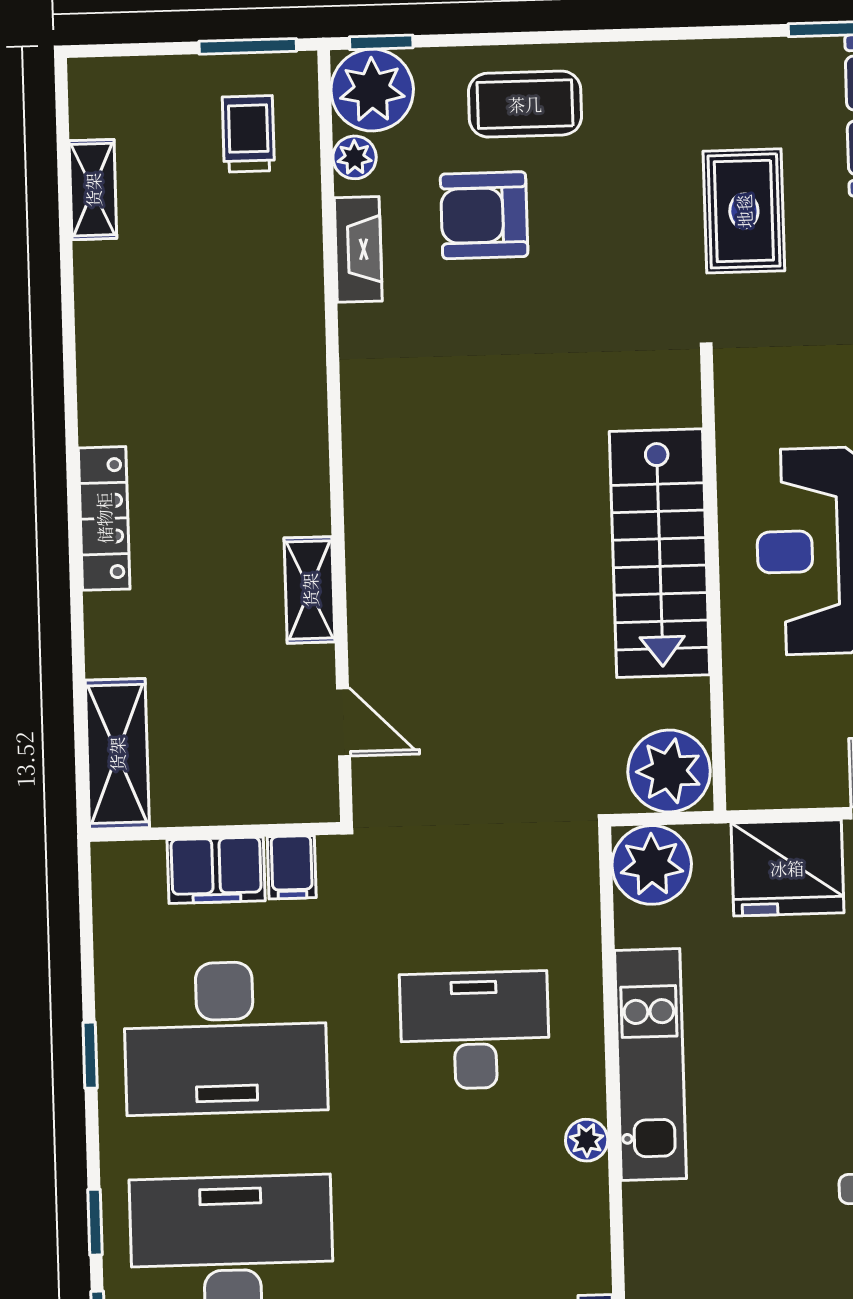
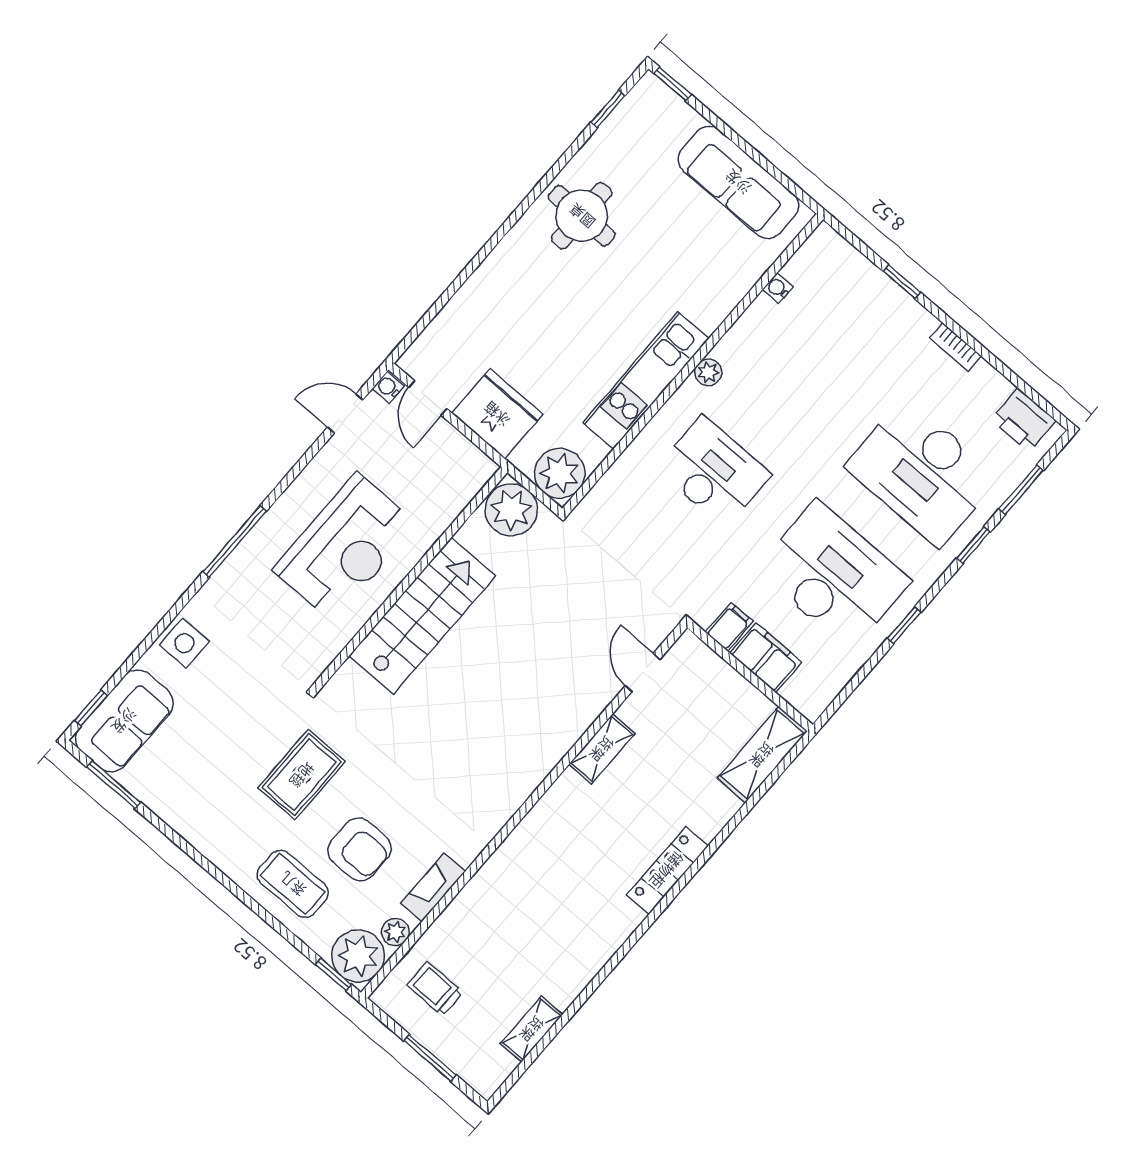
window: (248, 46) -> (430, 1058), moved
trolley: (248, 134) -> (435, 989), turned 90
rug: (744, 211) -> (302, 775), moved
desk: (475, 1030) -> (713, 472), turned 180

